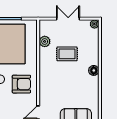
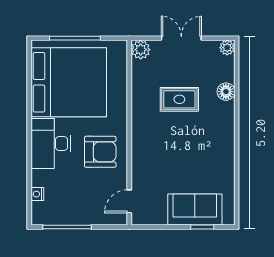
plant: (45, 41) -> (141, 50), moved
floor lamp: (94, 70) -> (226, 92), moved

